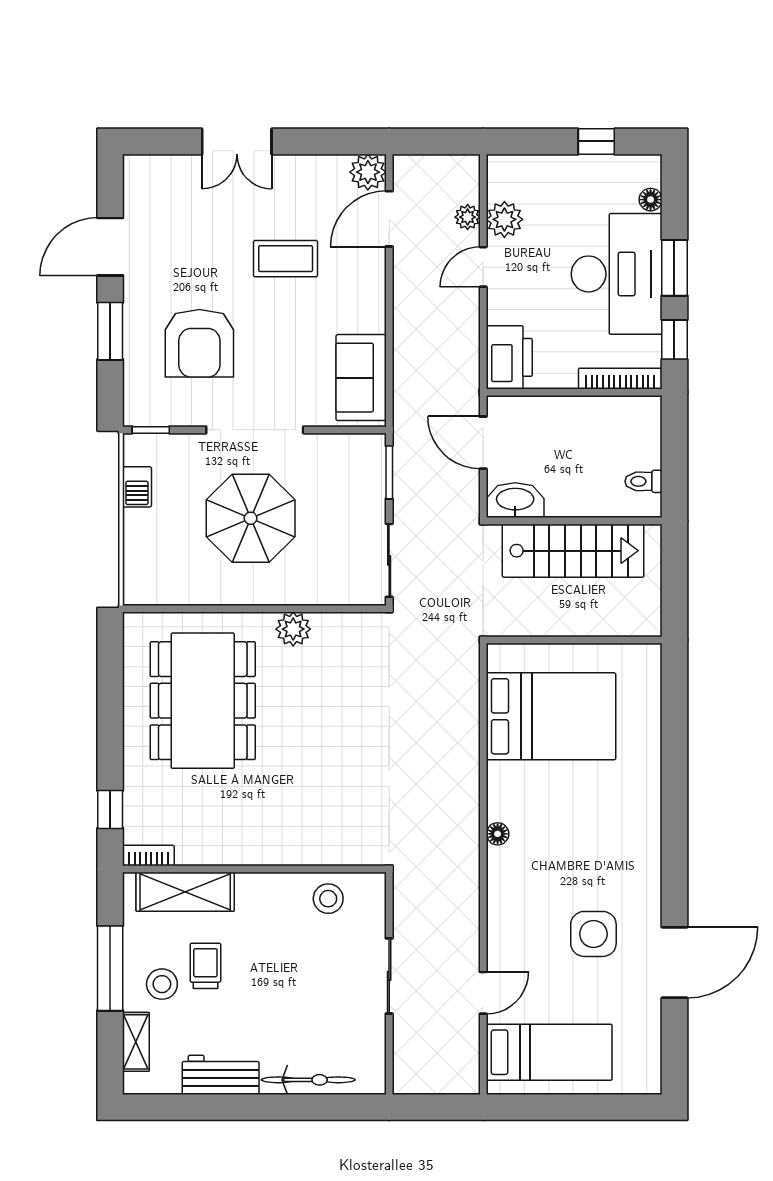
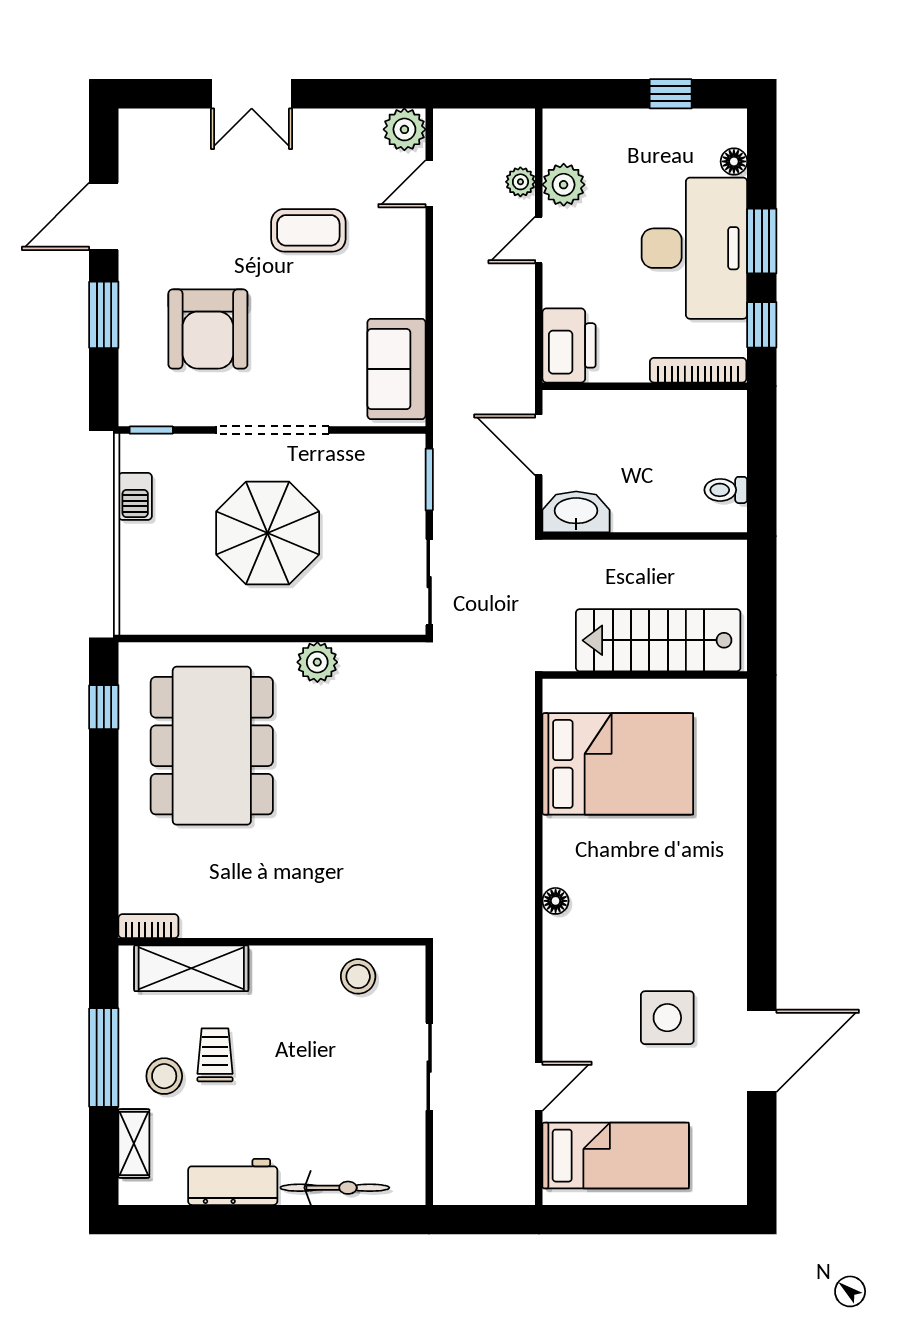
door: (389, 219) -> (429, 184), width x0.73
stairs: (573, 551) -> (658, 640), moved, turned 180
window: (110, 809) -> (104, 707), moved

